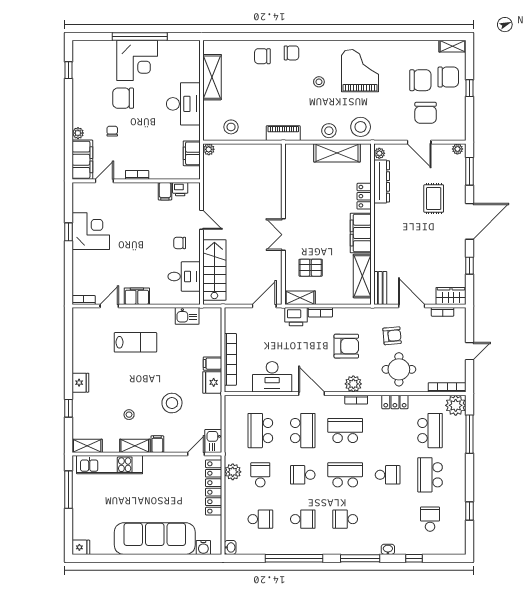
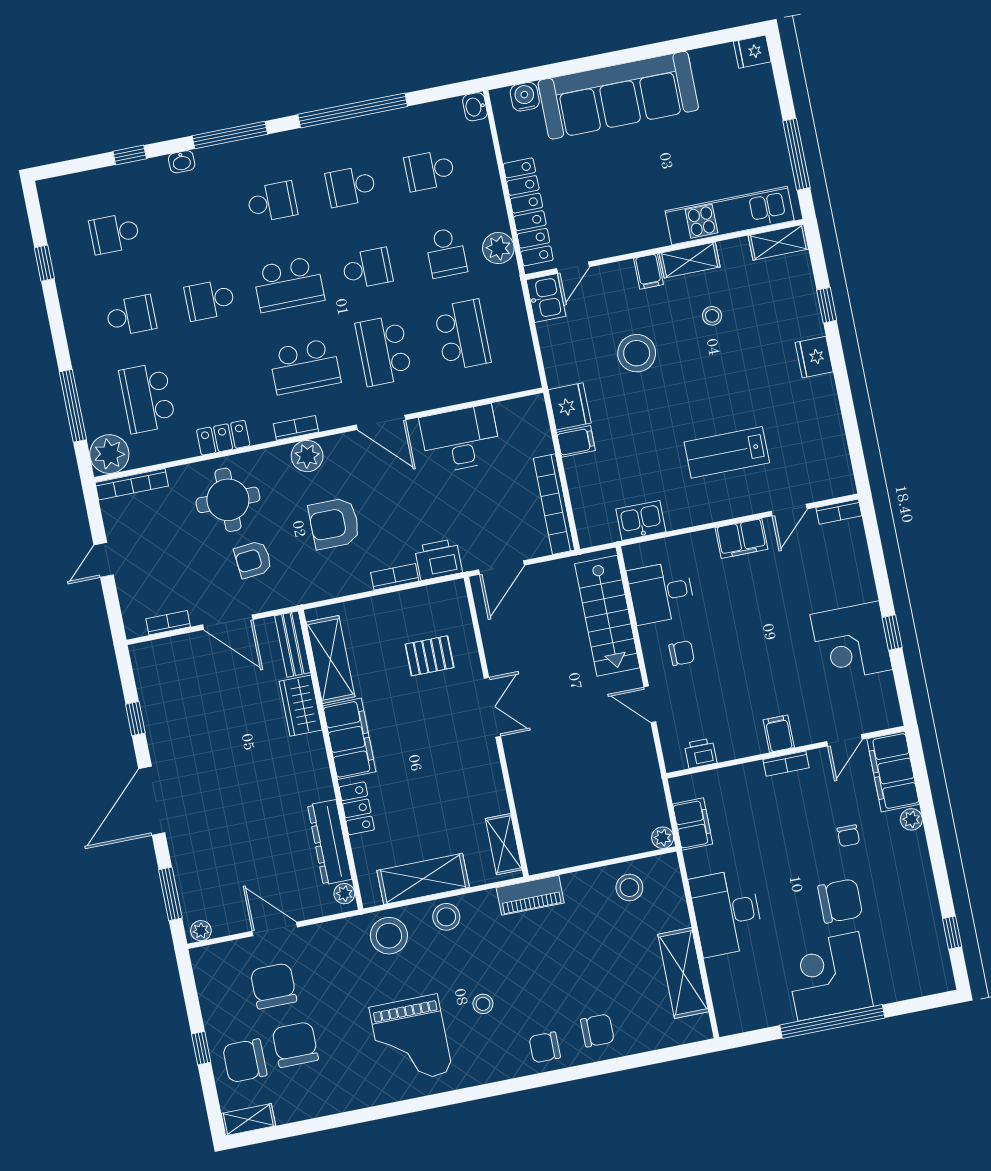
chair: (420, 80) -> (295, 1044), turned 90
filing cabinet: (165, 191) -> (779, 734), moved
rug: (434, 199) -> (227, 830), removed
wardrobe: (451, 296) -> (301, 706), moved, turned 90
shelving: (300, 298) -> (504, 844), moved, turned 90
bookcase: (230, 359) -> (554, 504), moved
school desk: (430, 475) -> (131, 316), width x0.54
school desk: (430, 519) -> (115, 233), turned 90

